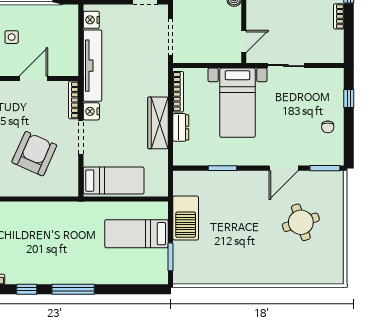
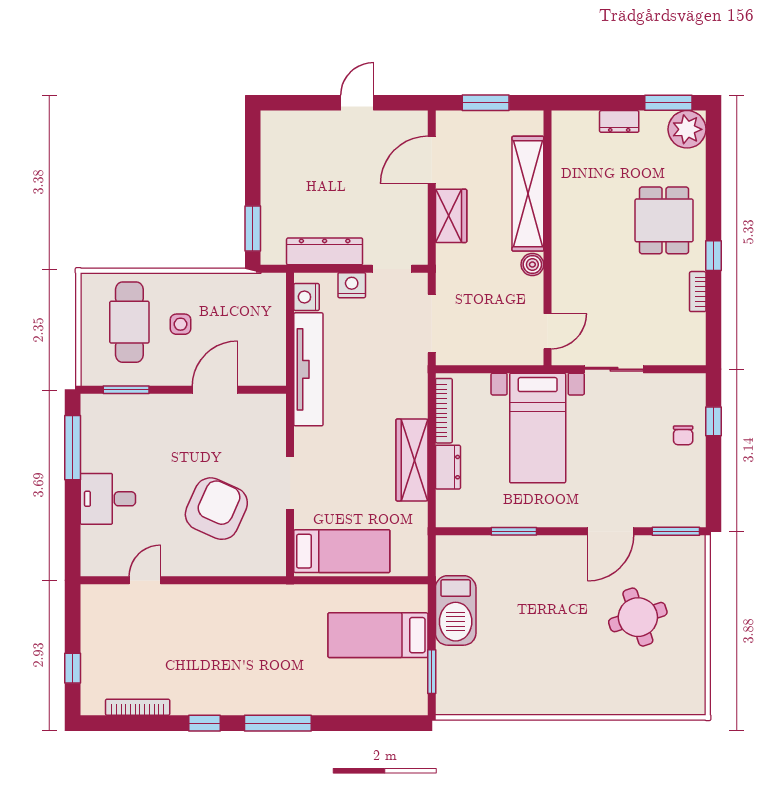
bookcase: (74, 100) -> (279, 424), removed
nightstand: (91, 111) -> (352, 285), moved, turned 90
chair: (328, 127) -> (683, 435), moved

